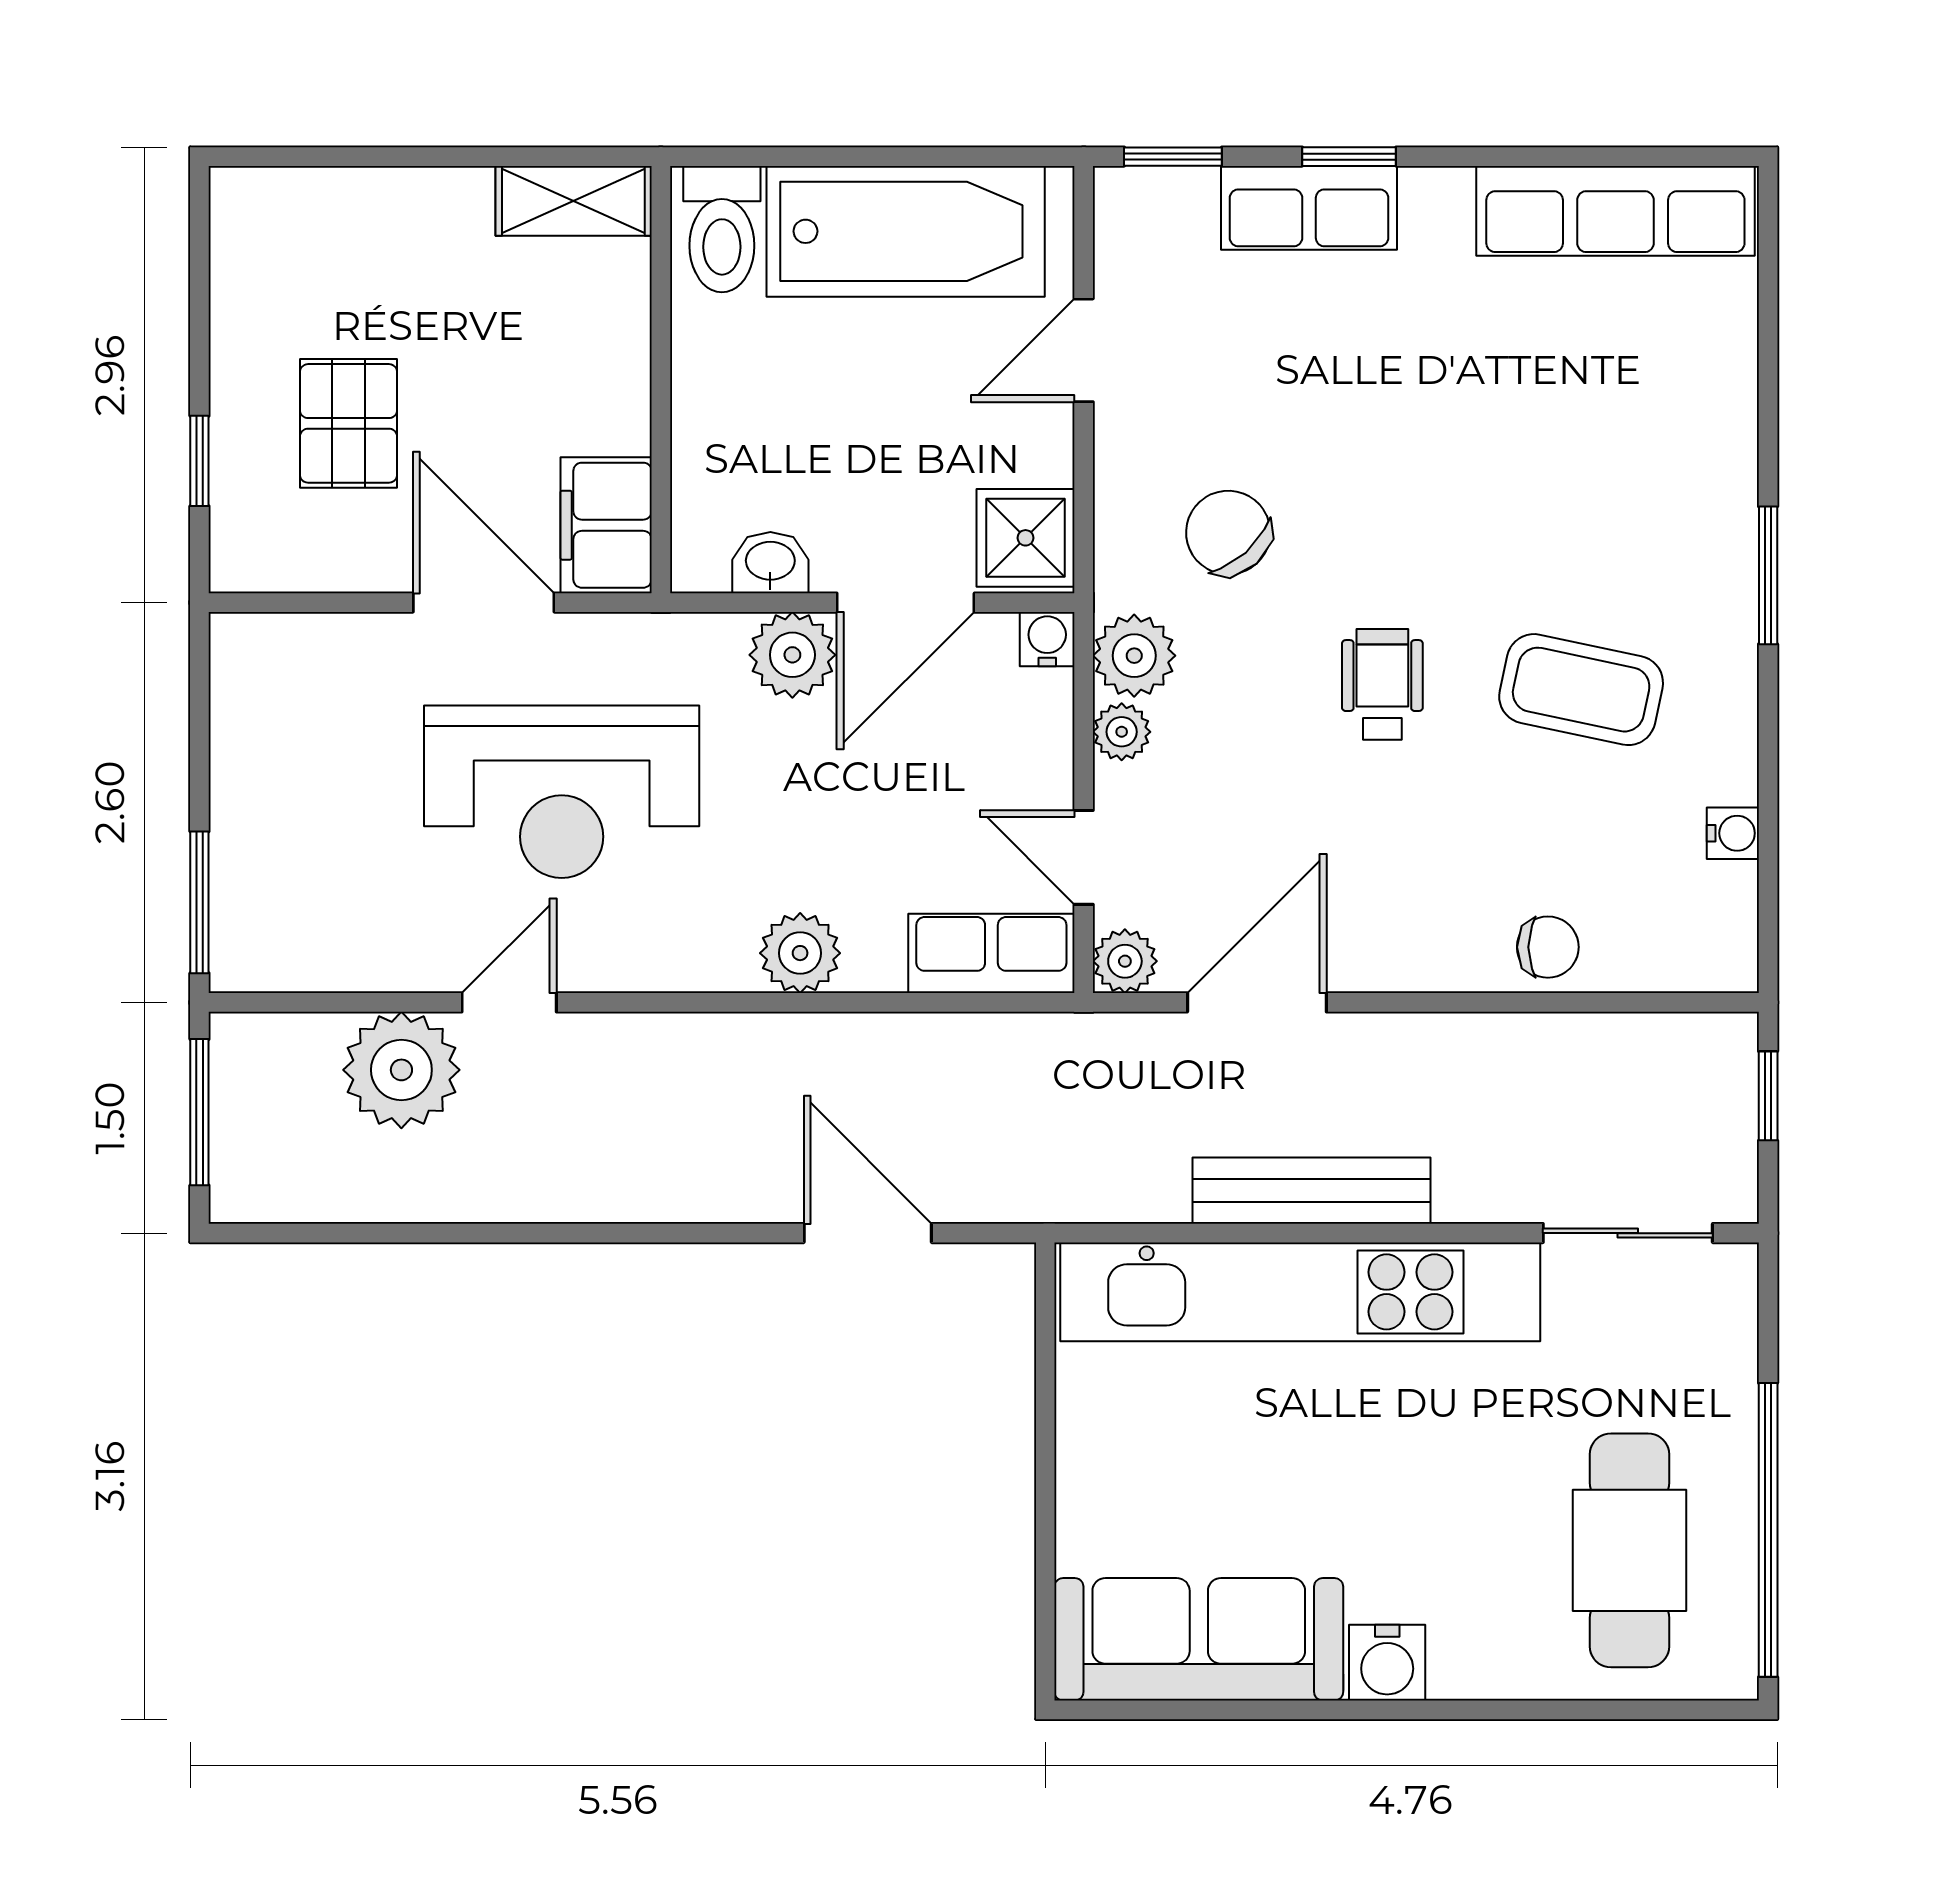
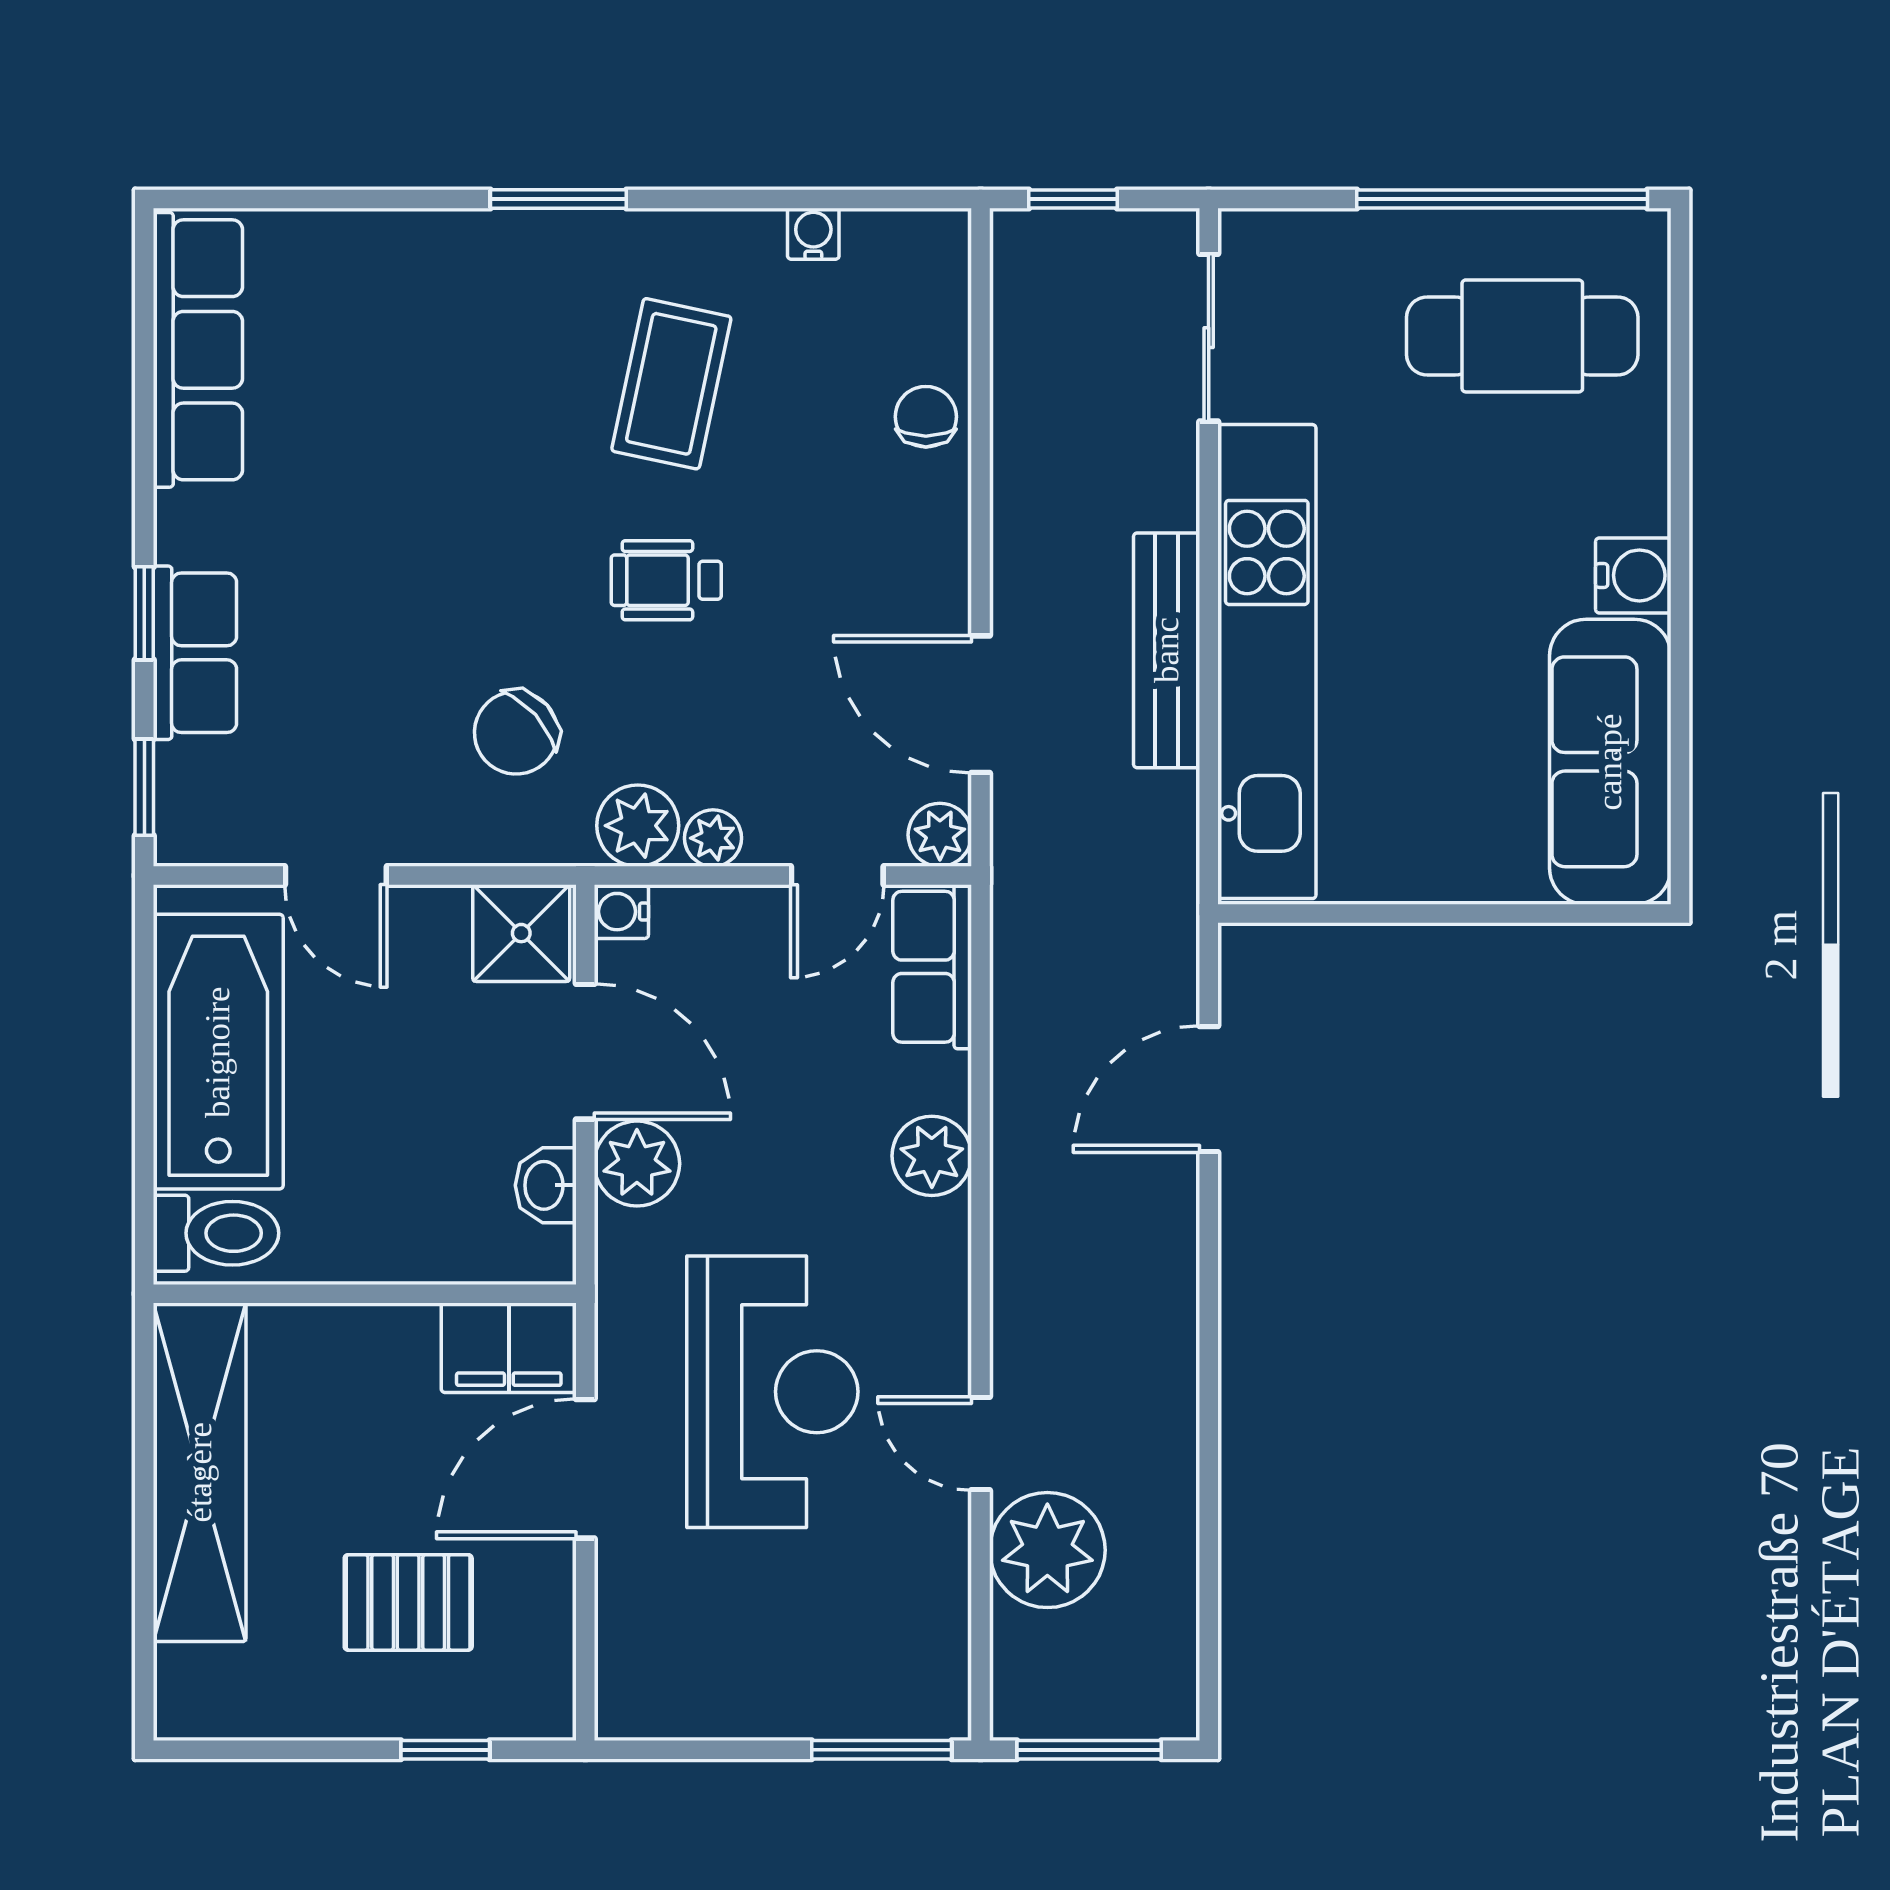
shelving: (573, 201) -> (200, 1472), width x2.20, depth x1.33

